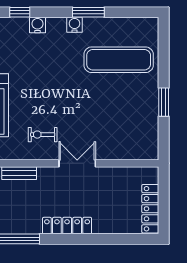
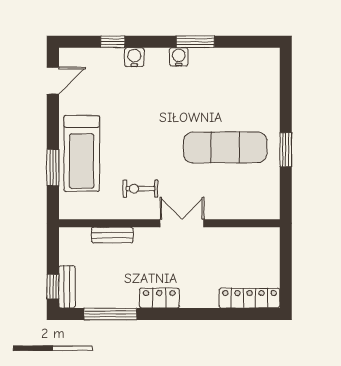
exercise mat: (119, 60) -> (225, 147), moved
locker: (150, 209) -> (250, 298), moved, turned 90
locker: (67, 226) -> (159, 298), width x0.66

